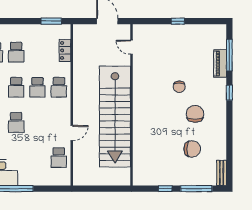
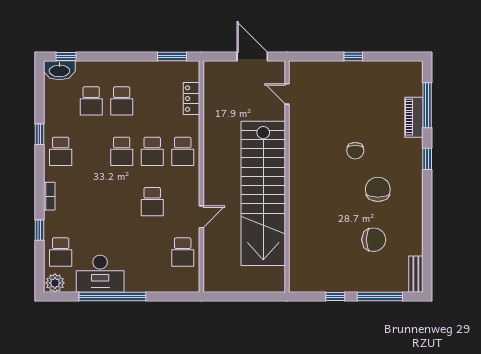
school desk: (16, 122) -> (152, 202), moved

